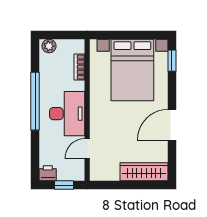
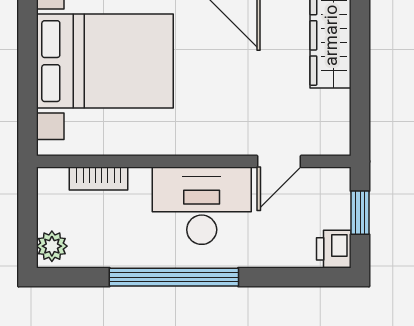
door: (87, 149) -> (279, 161), hinge flipped

